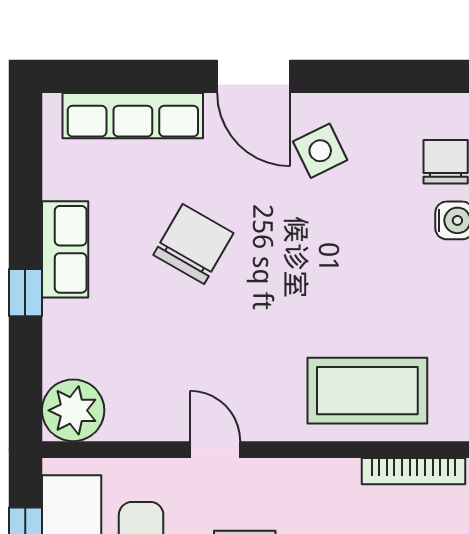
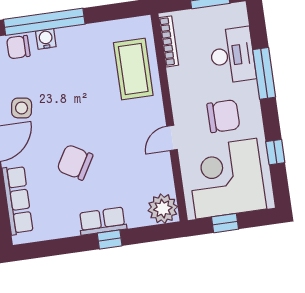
side table: (320, 151) -> (22, 108), turned 35
row of seats: (65, 249) -> (103, 221), moved

